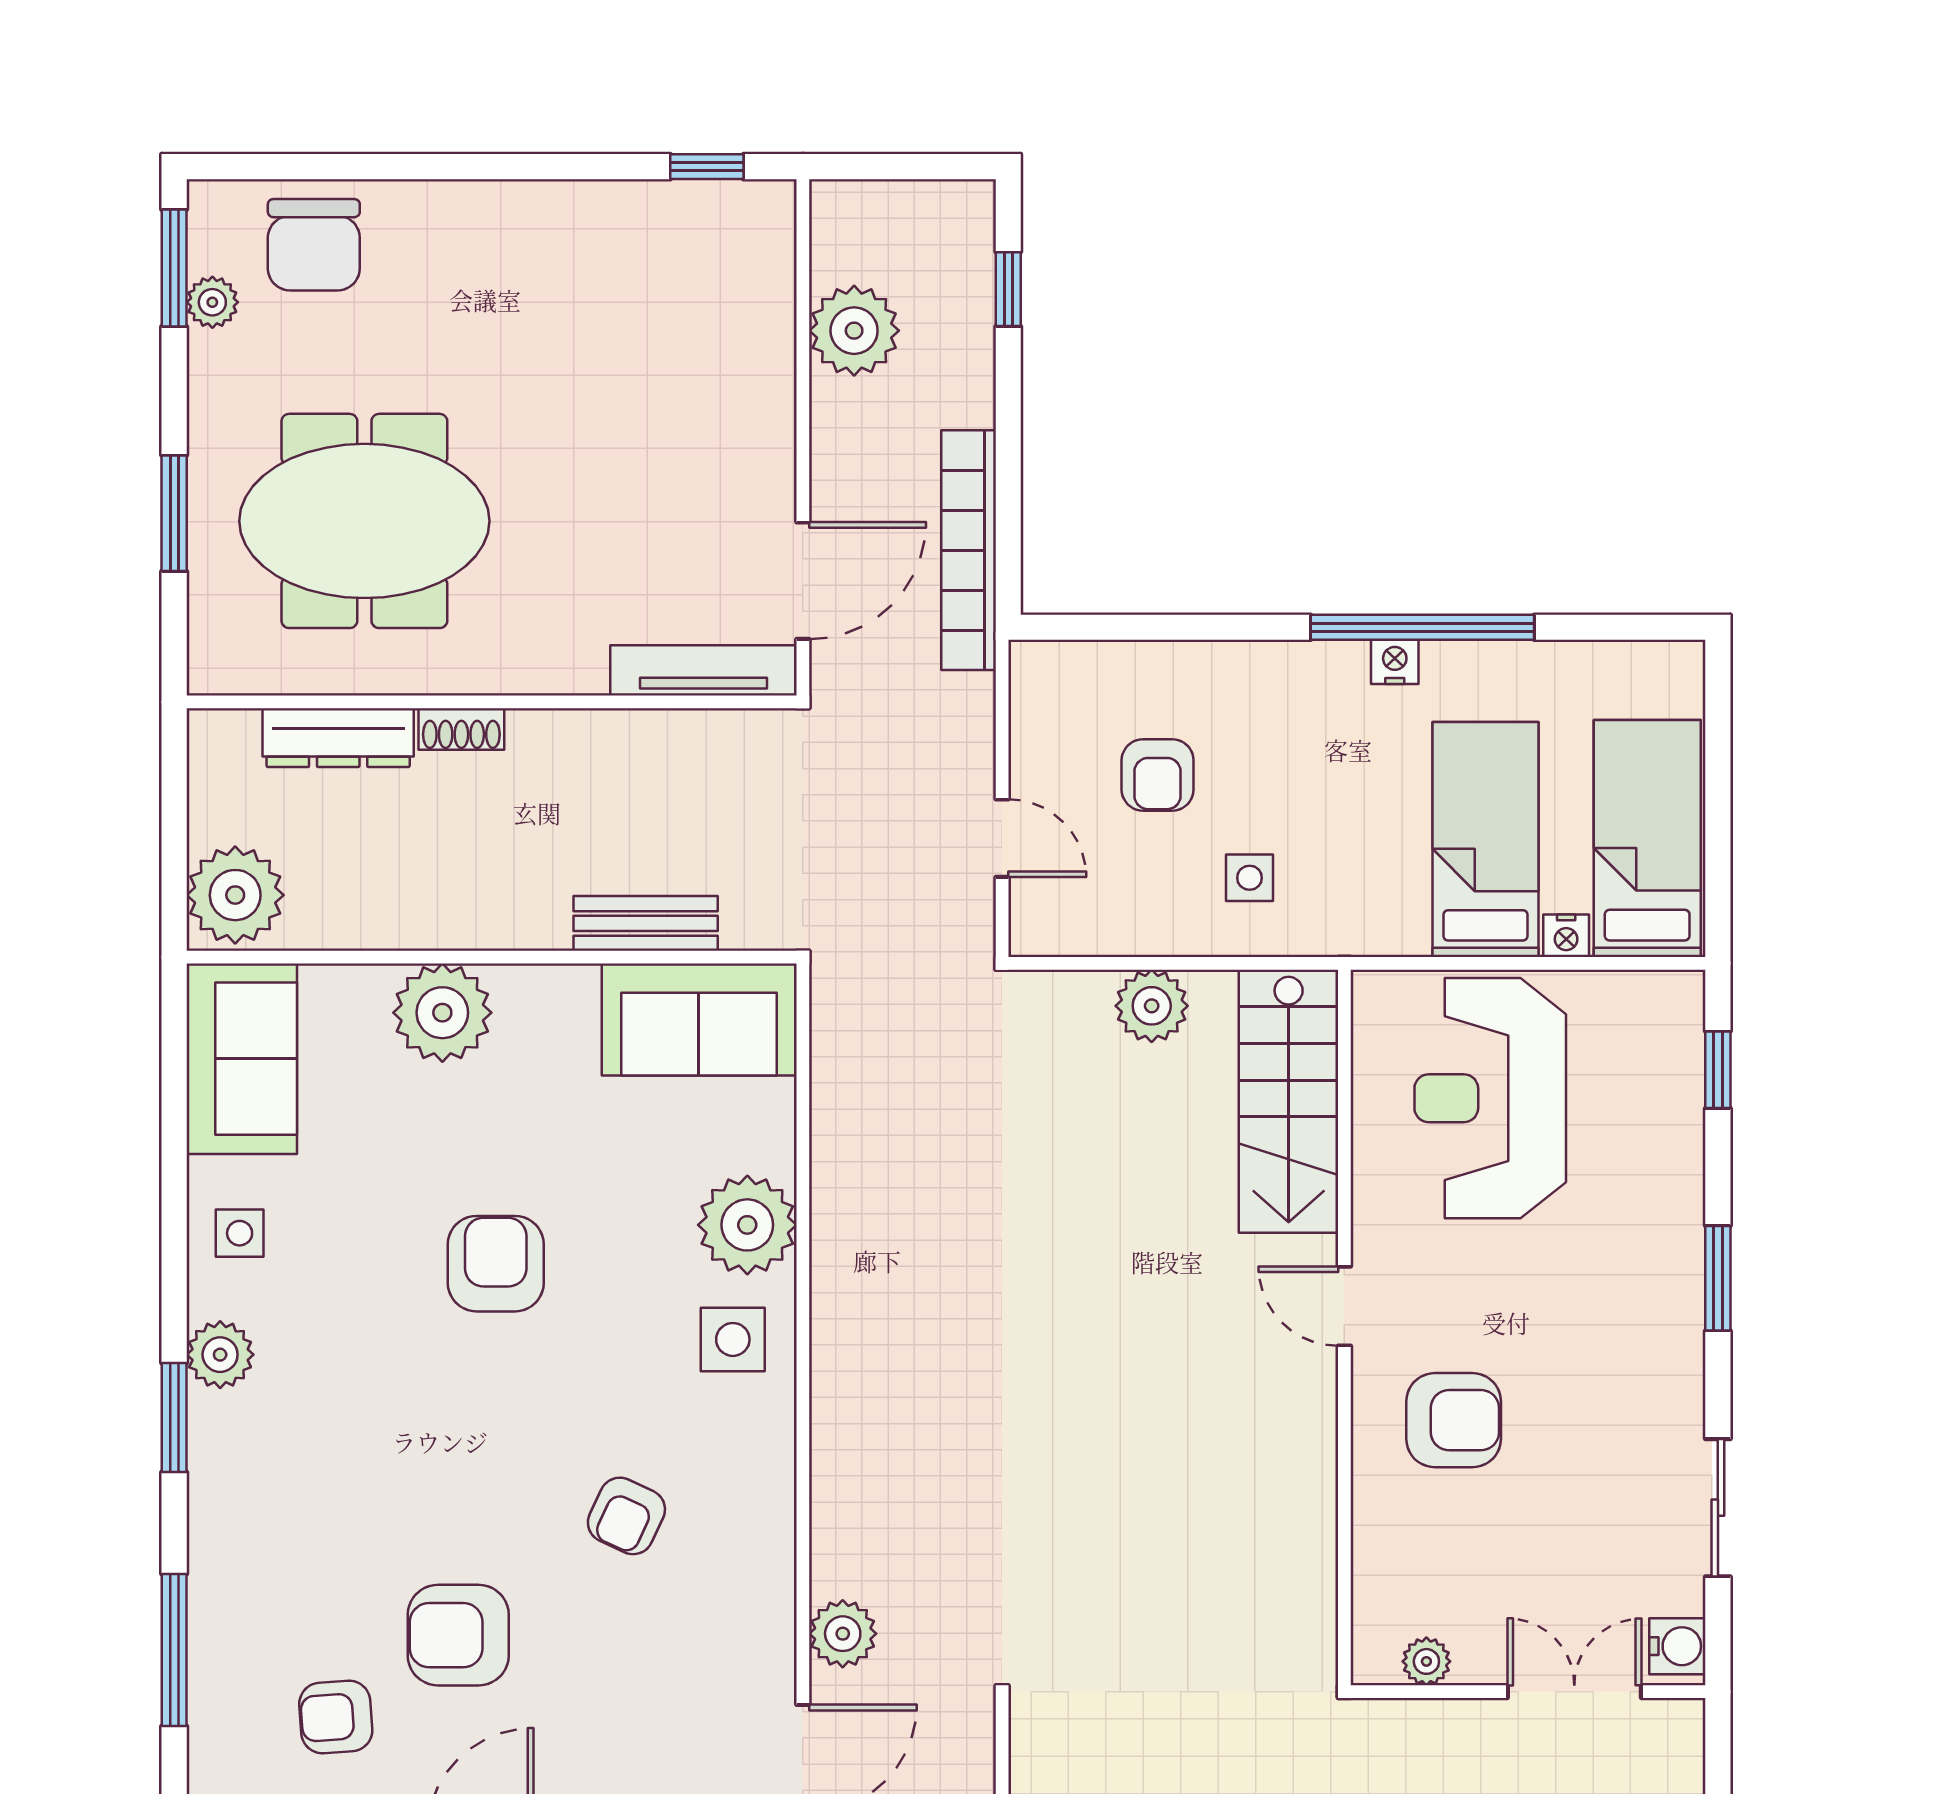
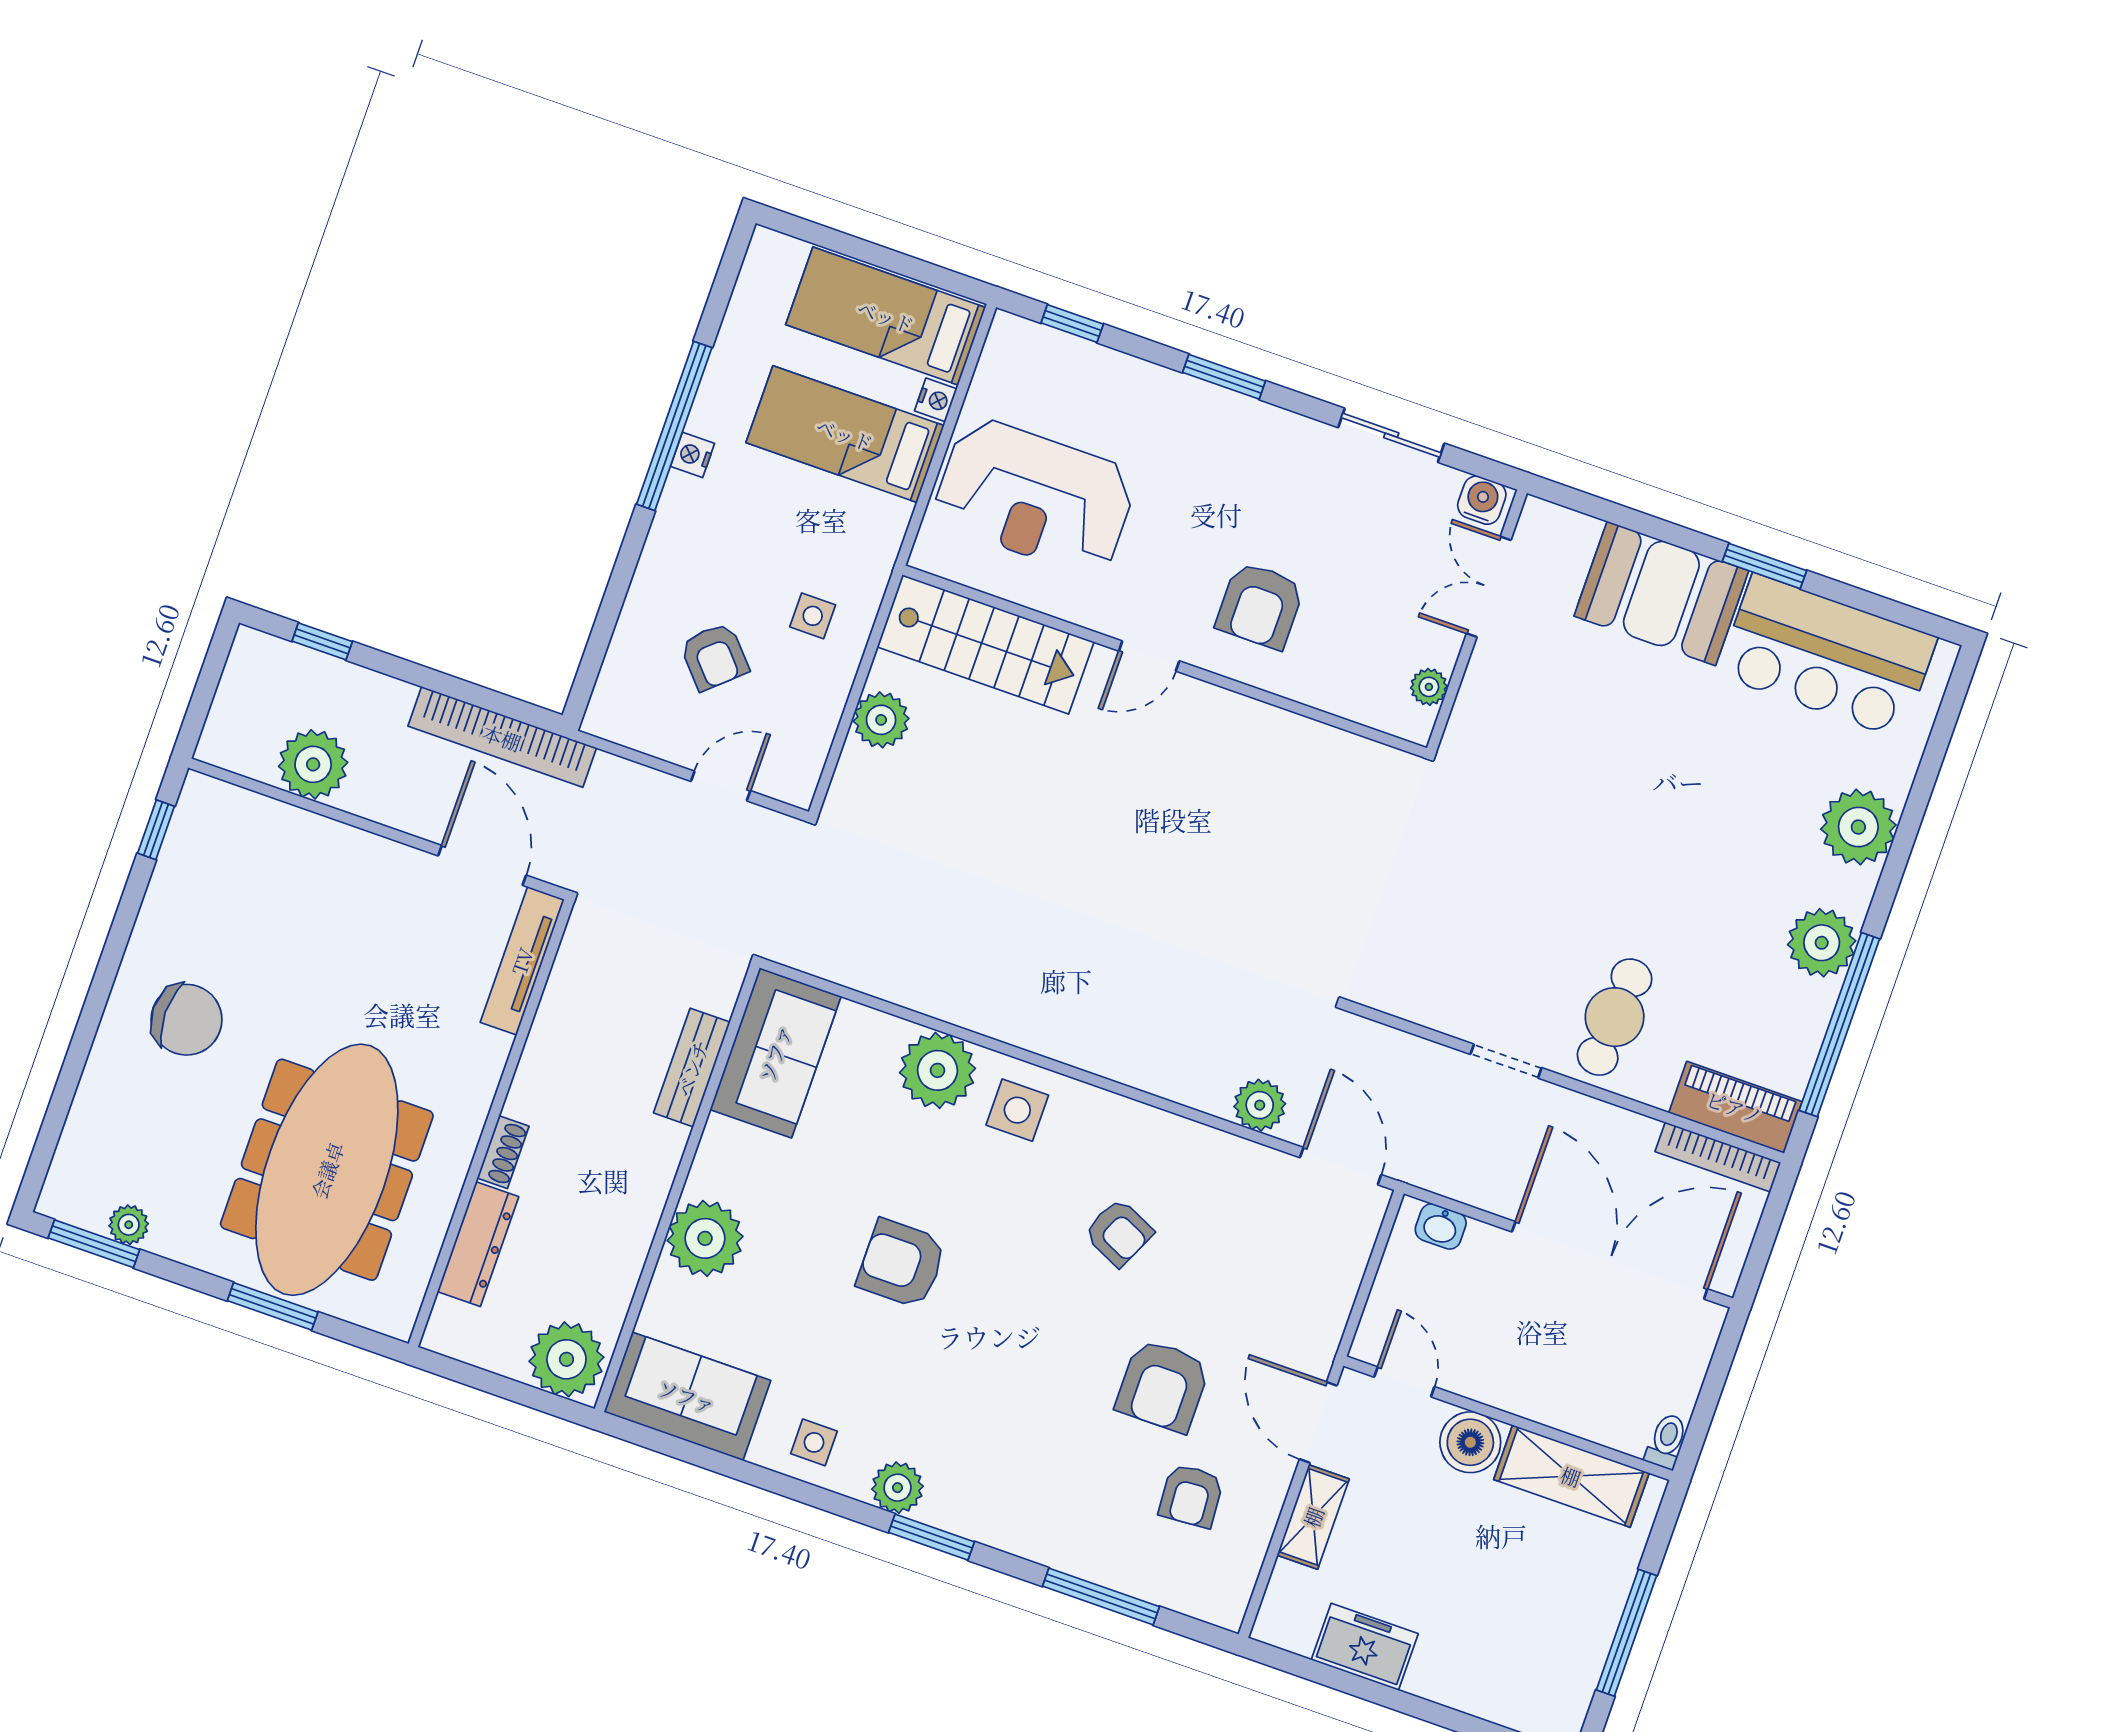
chair: (314, 245) -> (187, 1020), moved
meeting table: (364, 521) -> (327, 1170), width x1.36
armchair: (1158, 775) -> (714, 657), turned 48
armchair: (1454, 1420) -> (1260, 605), turned 180

